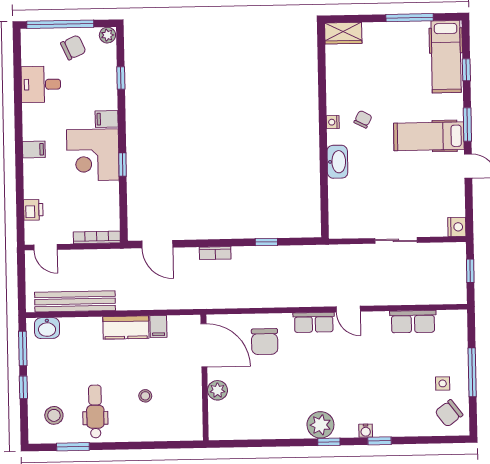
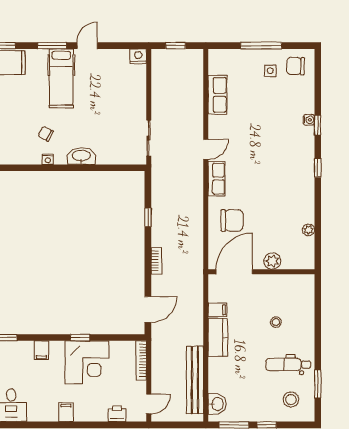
corner desk: (93, 155) -> (87, 362), moved
sliding door: (396, 240) -> (149, 138), moved
chair: (449, 413) -> (296, 66), turned 129
plant: (320, 425) -> (308, 230), moved, width x0.53, depth x0.53
water cooler: (366, 431) -> (309, 120), moved

